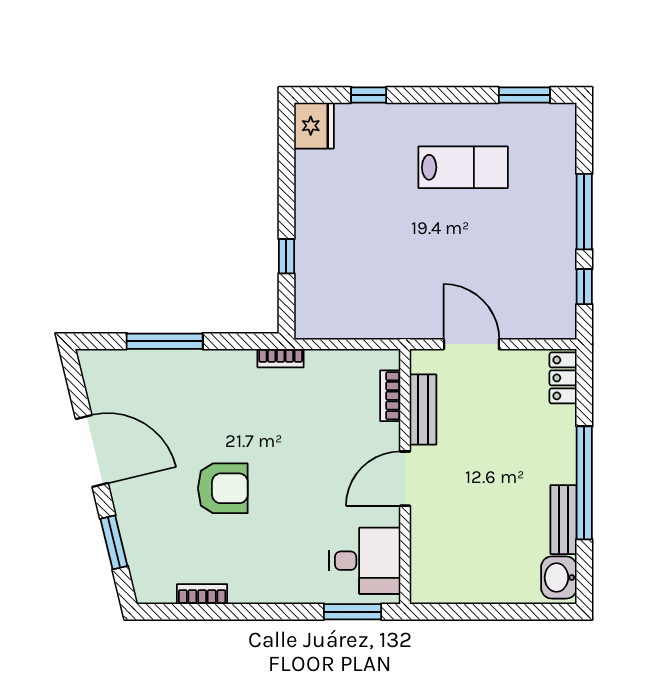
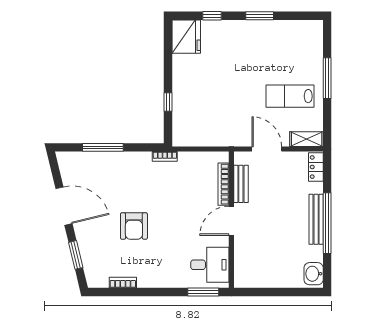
window: (524, 95) -> (260, 16), moved
fridge: (314, 126) -> (186, 37), width x1.36, depth x1.34
lab bench: (463, 167) -> (290, 96), moved, turned 180
window: (584, 287) -> (327, 118), removed
shelving: (546, 326) -> (307, 139), added
bookcase: (390, 396) -> (223, 184), width x1.56
armchair: (223, 488) -> (134, 226), turned 90
bench: (564, 520) -> (316, 219), moved, width x1.36

